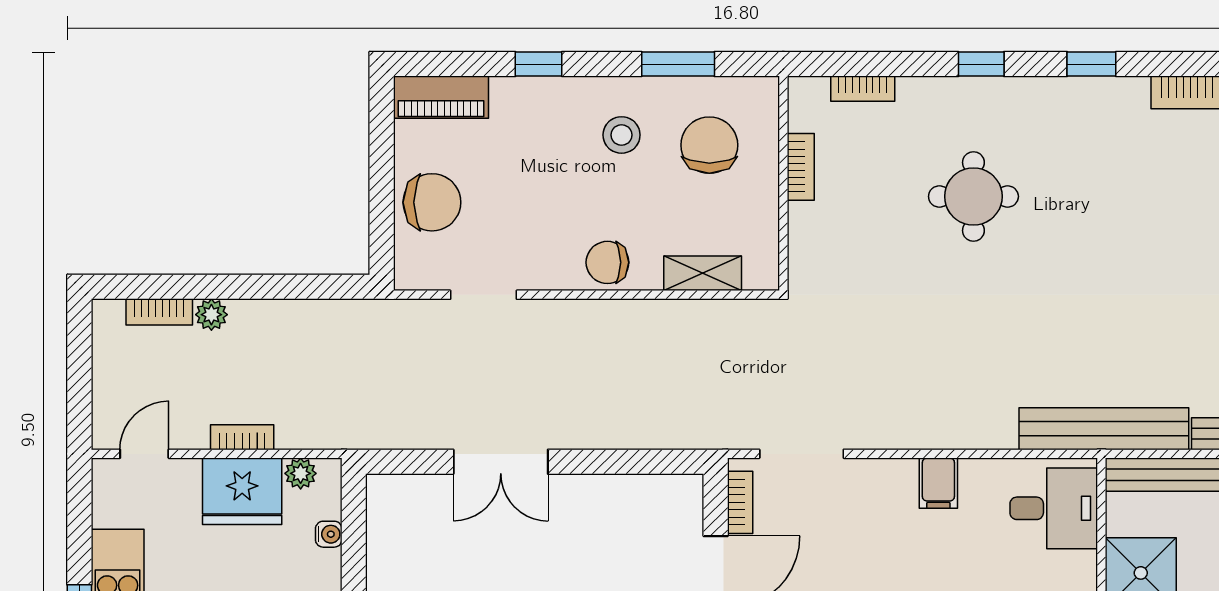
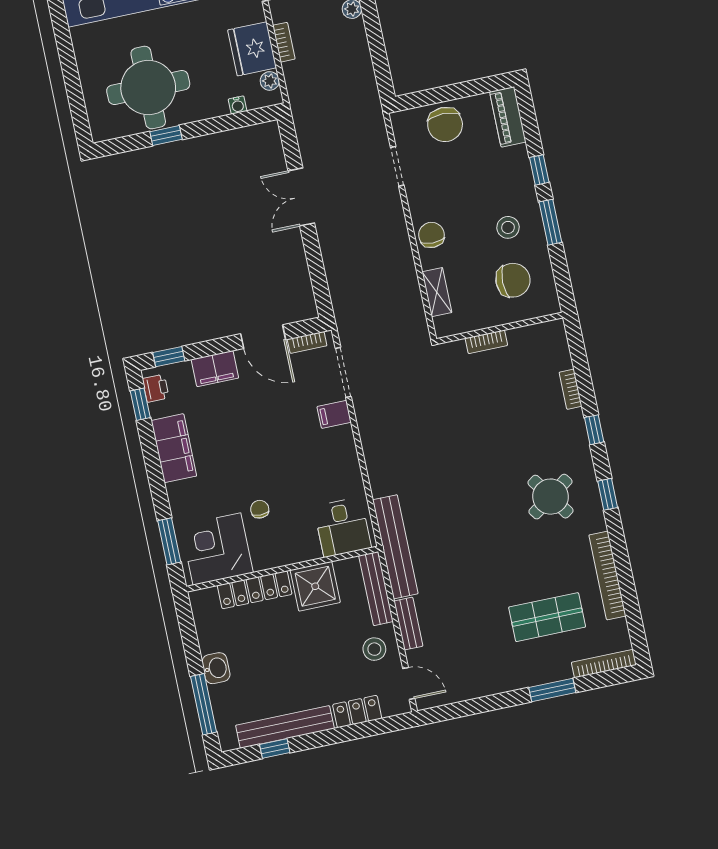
window: (678, 64) -> (550, 222), moved
bookcase: (863, 89) -> (570, 389), moved
bookcase: (801, 167) -> (486, 342), moved
round table: (973, 196) -> (550, 497), moved, turned -35
filing cabinet: (938, 483) -> (334, 414), moved

